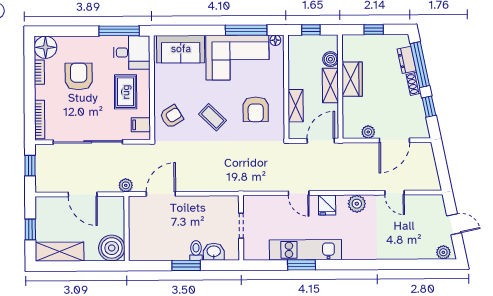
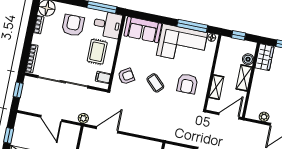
armchair: (79, 76) -> (73, 25), moved
wardrobe: (352, 79) -> (265, 57), moved

